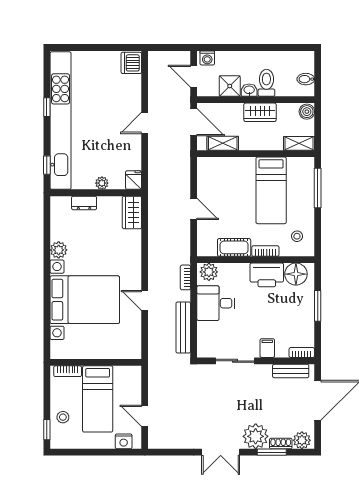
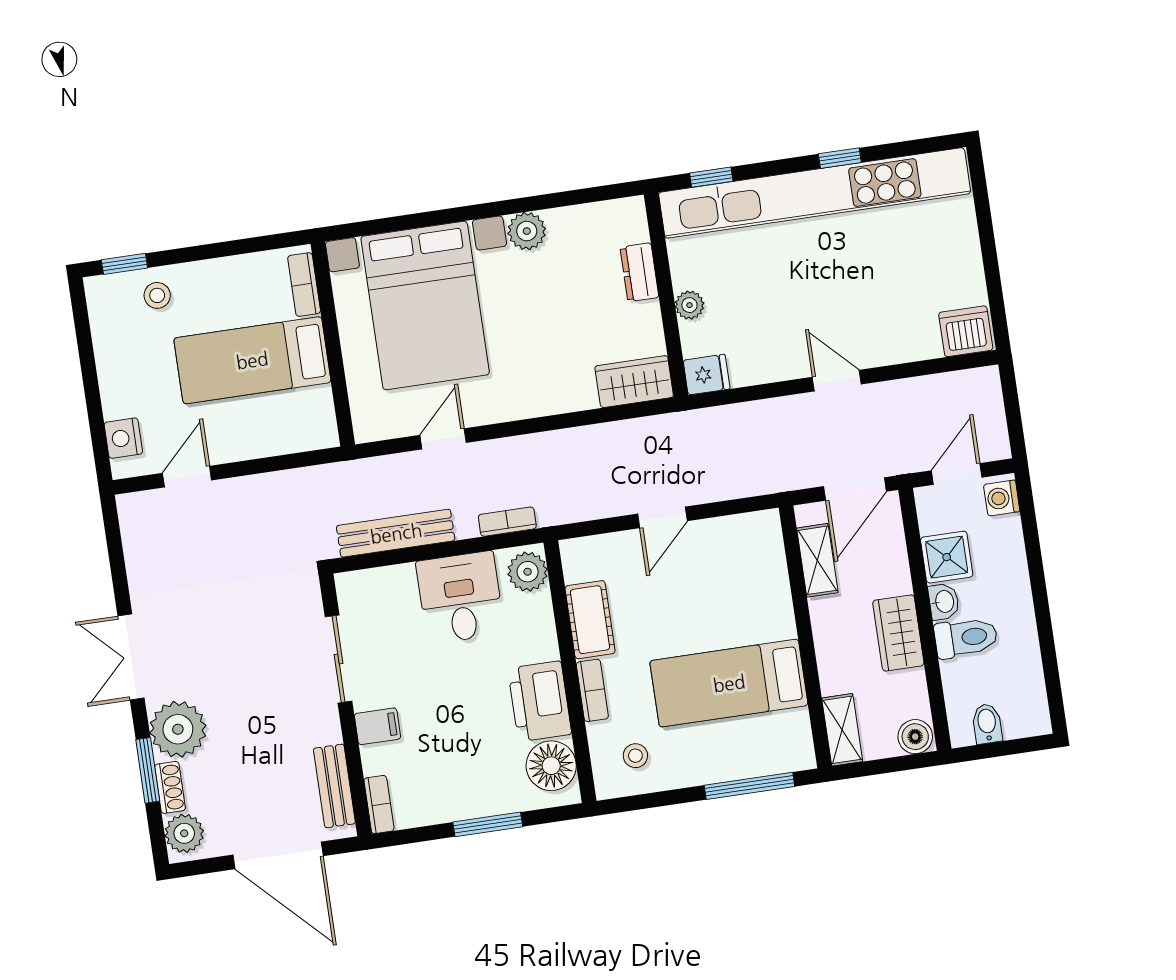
wall: (96, 362) -> (333, 344), moved
bookcase: (68, 371) -> (304, 284), moved
bed: (98, 399) -> (252, 360), moved

